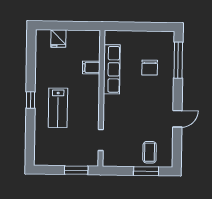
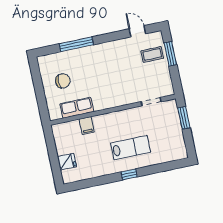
window: (178, 60) -> (76, 44), moved
chair: (150, 68) -> (63, 81), moved
row of seats: (112, 69) -> (77, 108), width x0.68
door: (177, 119) -> (138, 31), moved

